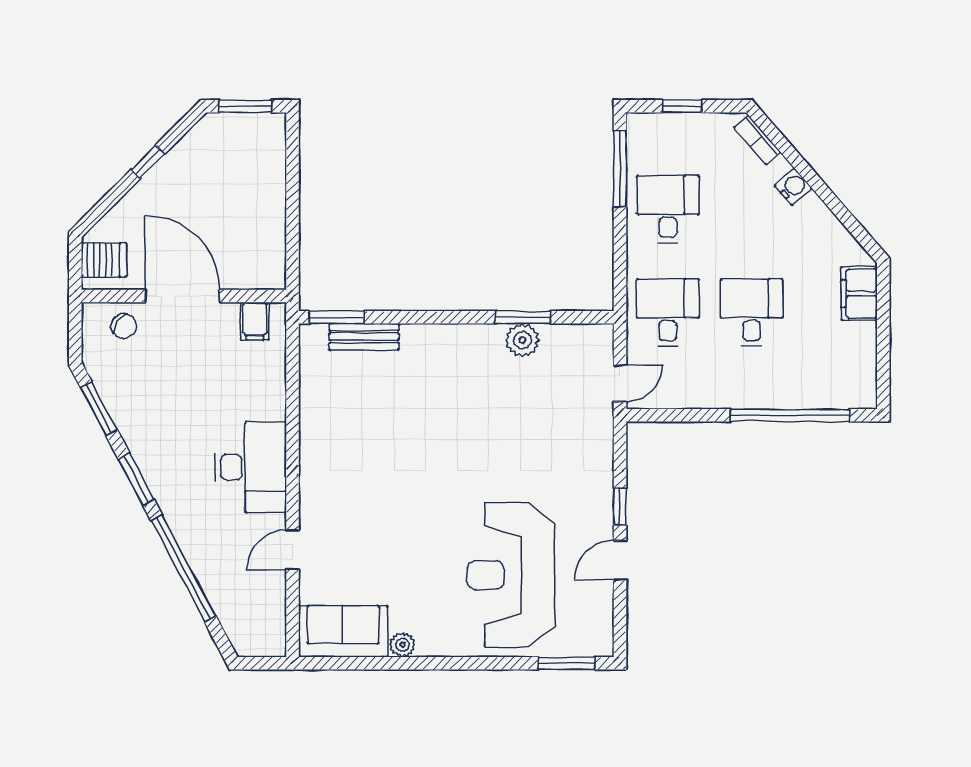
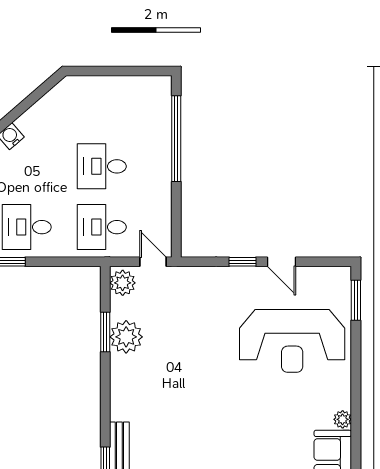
filing cabinet: (859, 294) -> (88, 88), removed
plant: (522, 340) -> (126, 337), width x1.36, depth x1.36
plant: (591, 341) -> (123, 283), added

